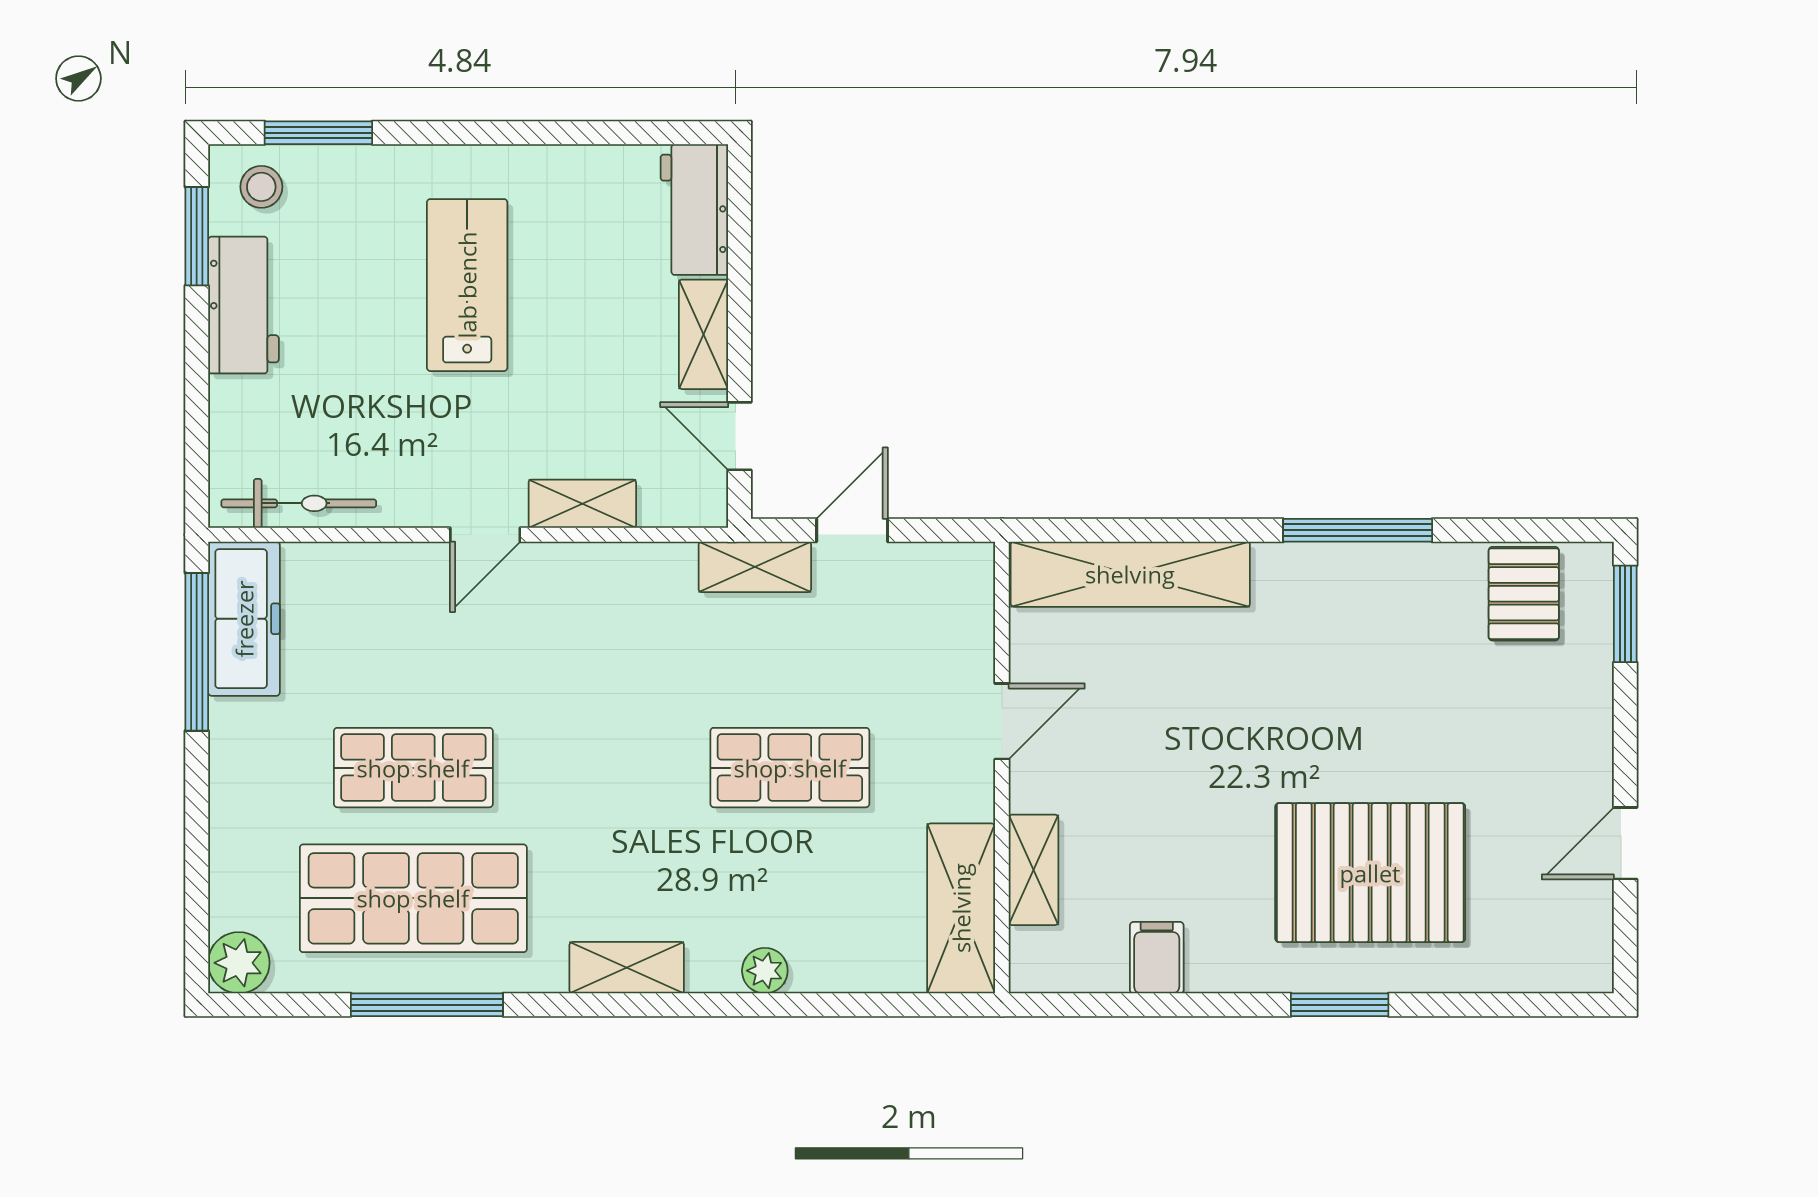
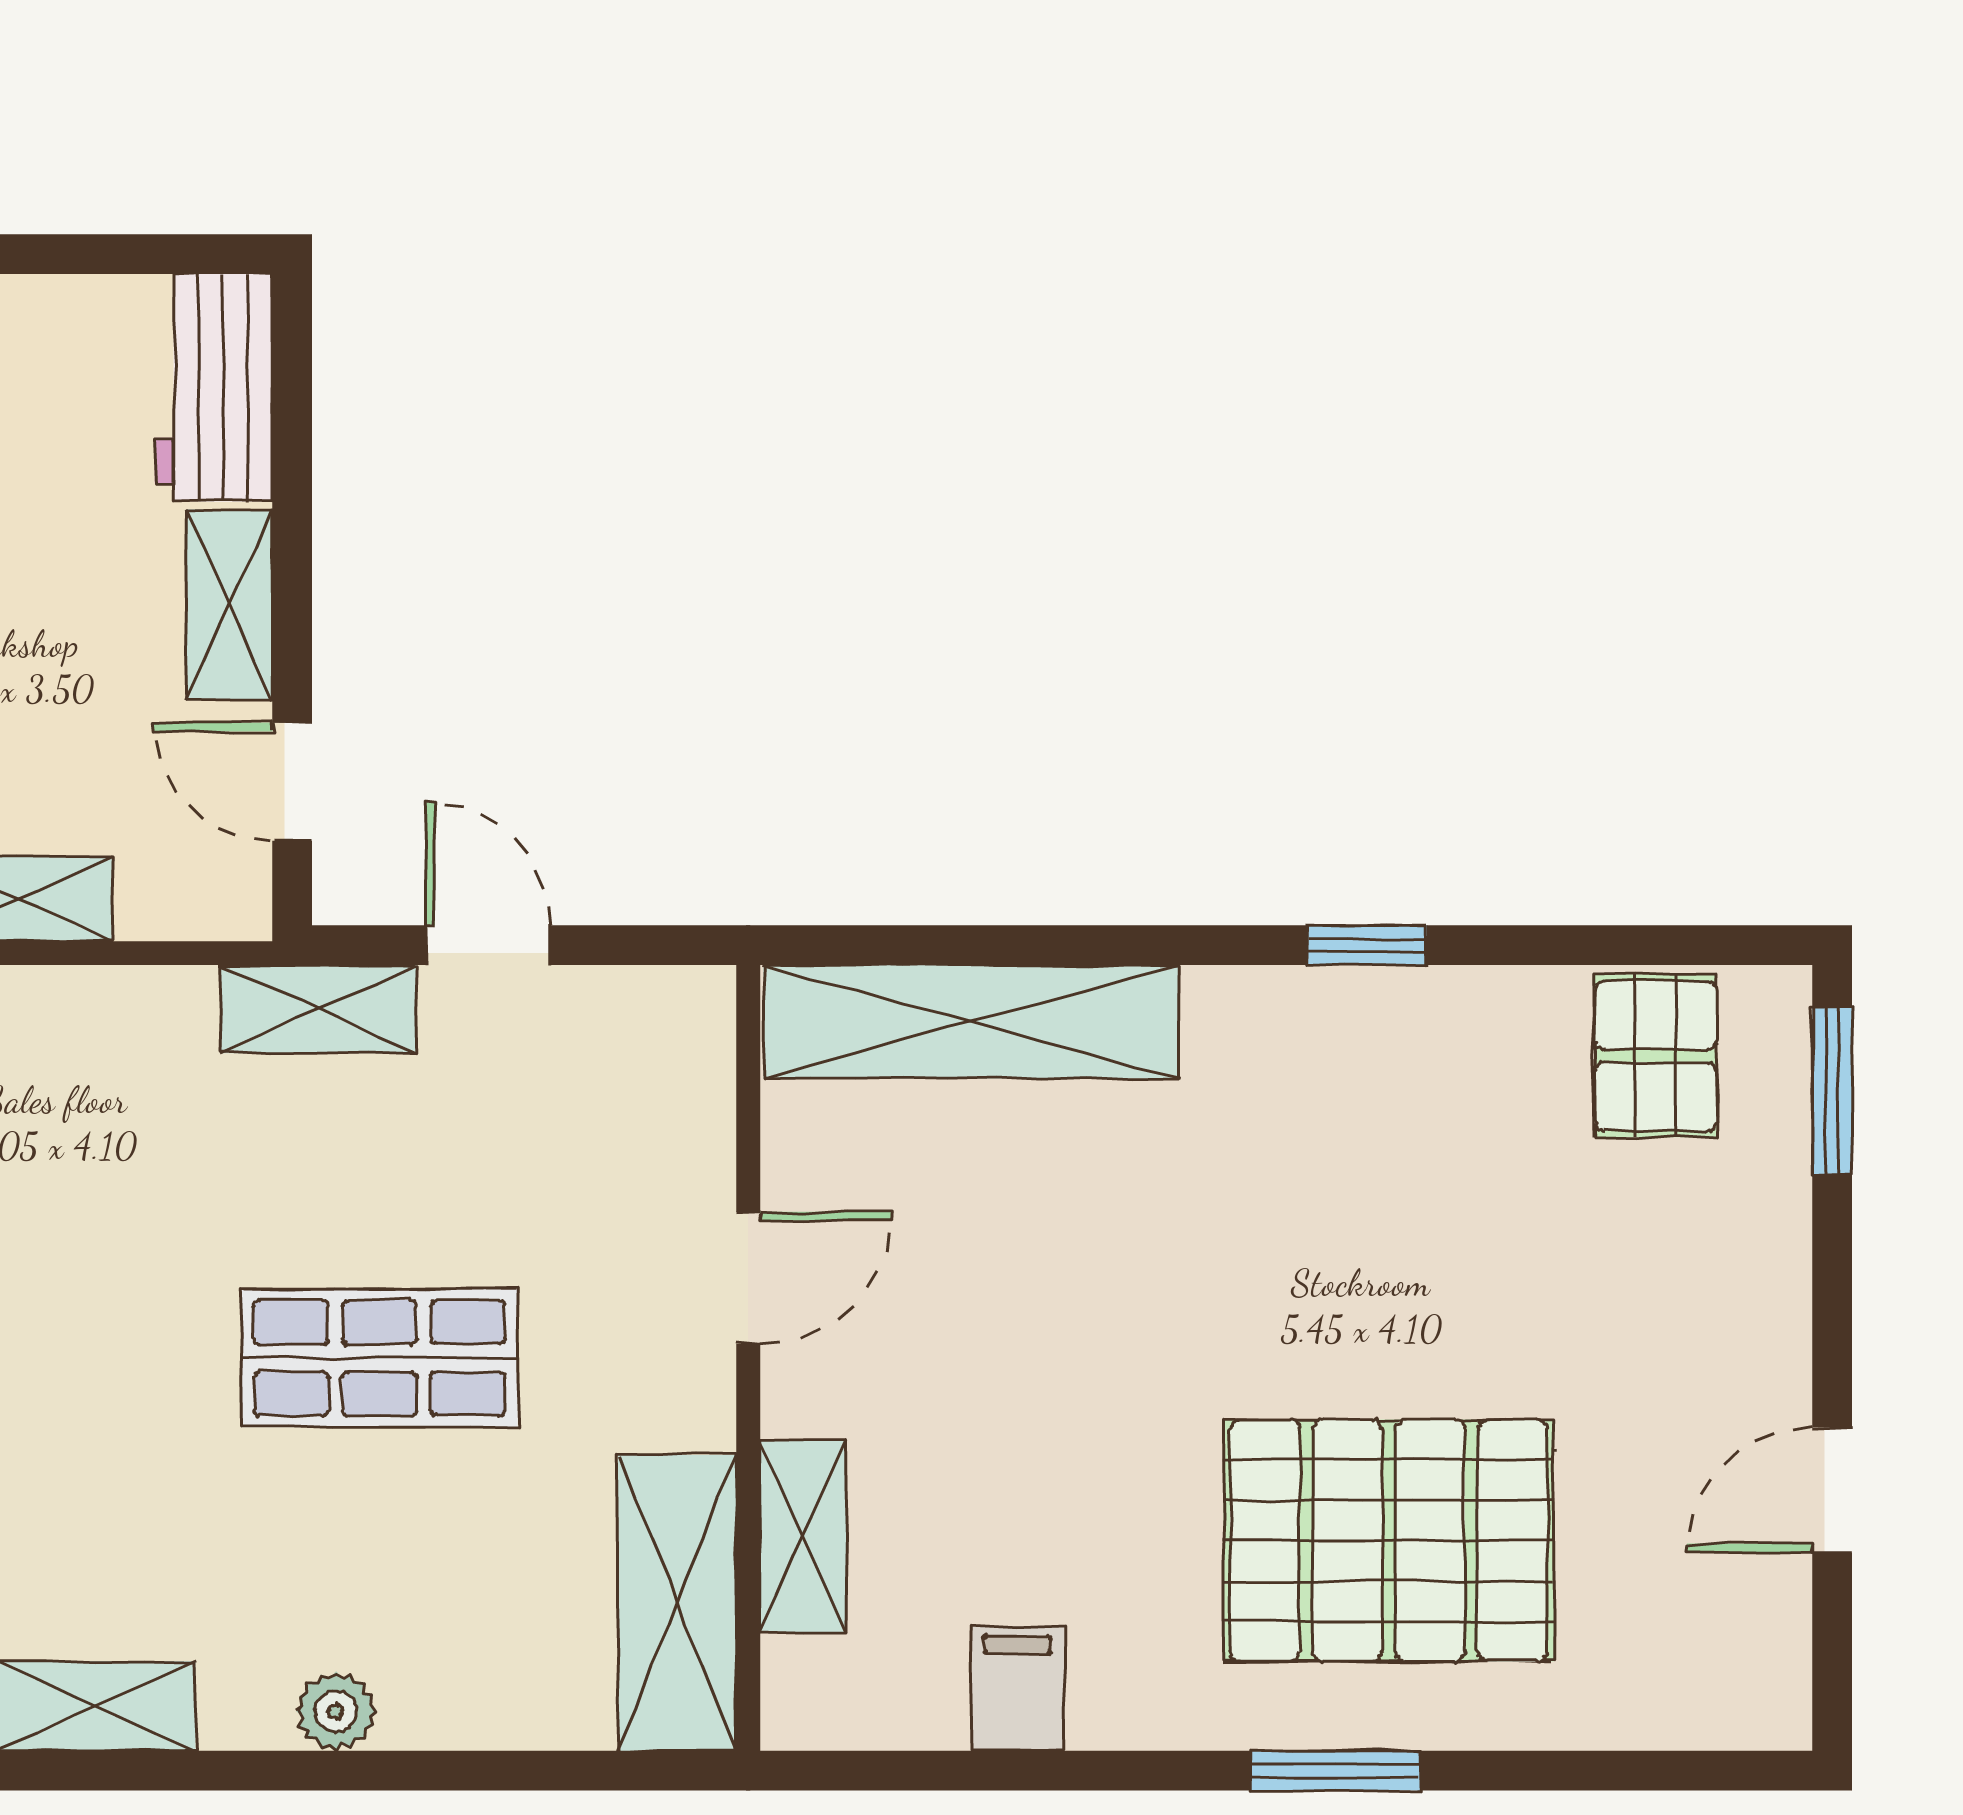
door: (852, 530) -> (488, 945), hinge flipped
window: (1358, 530) -> (1367, 945), width x0.46

